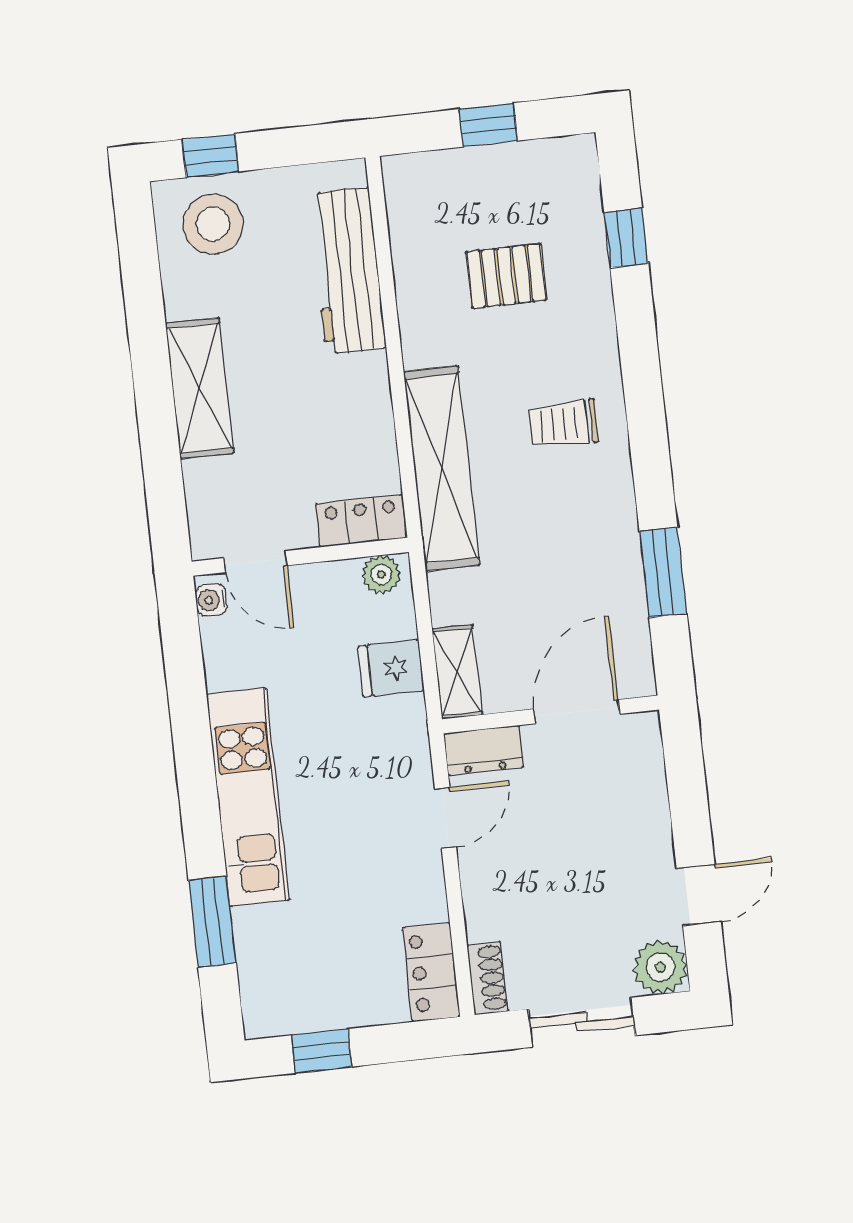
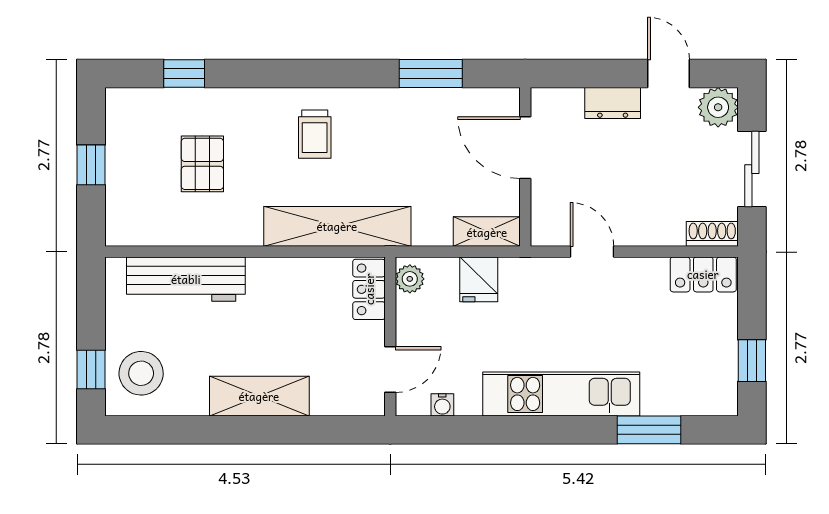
water cooler: (211, 600) -> (442, 405), moved
dresser: (483, 750) -> (613, 103), moved, turned 90

